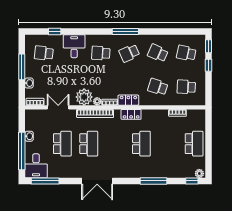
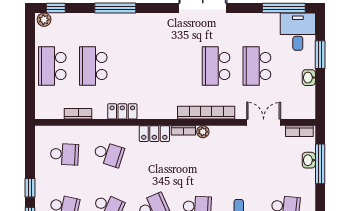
window: (22, 67) -> (320, 164), moved
plant: (84, 97) -> (223, 138), removed
double door: (58, 107) -> (264, 122), swing flipped
locker: (131, 114) -> (122, 111), moved
school desk: (141, 144) -> (93, 66), moved
window: (22, 151) -> (320, 55), width x0.47

